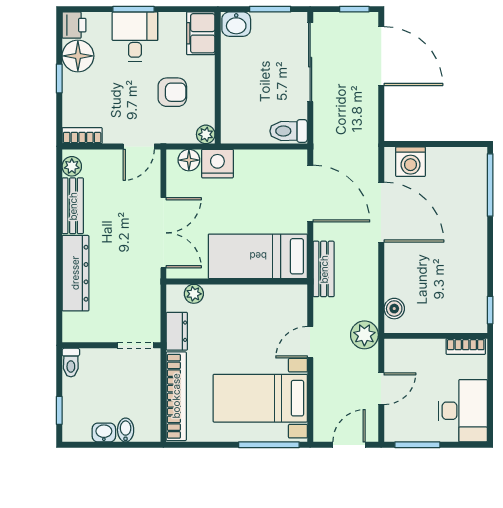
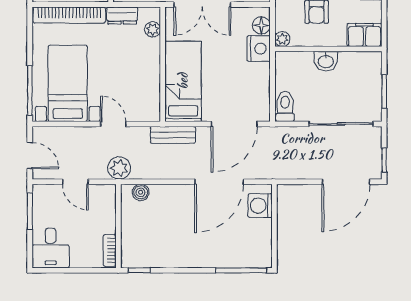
washbasin: (236, 24) -> (326, 61), moved, turned -90
desk: (463, 411) -> (51, 248), width x0.73

